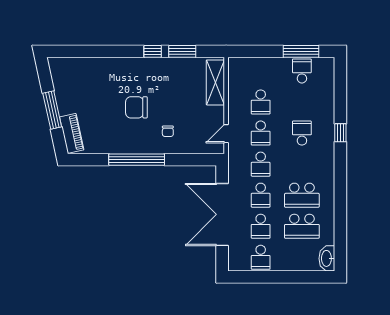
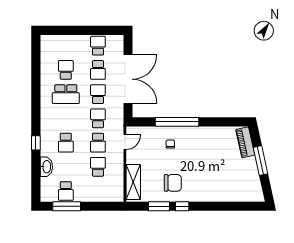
chair: (136, 107) -> (173, 183), moved
school desk: (261, 133) -> (98, 143), turned 180
window: (137, 160) -> (177, 122), moved
school desk: (302, 195) -> (66, 94), turned 180
school desk: (261, 226) -> (98, 70), turned 180
school desk: (302, 226) -> (66, 70), width x0.54
washbasin: (327, 258) -> (46, 167), moved

